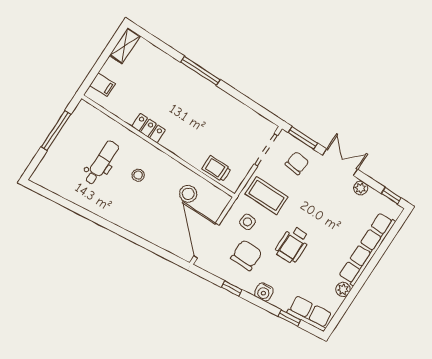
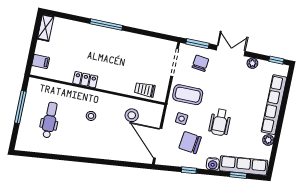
dental chair: (102, 163) -> (50, 120), moved
chair: (246, 255) -> (190, 143), turned -83
row of seats: (310, 313) -> (244, 165), width x1.48

